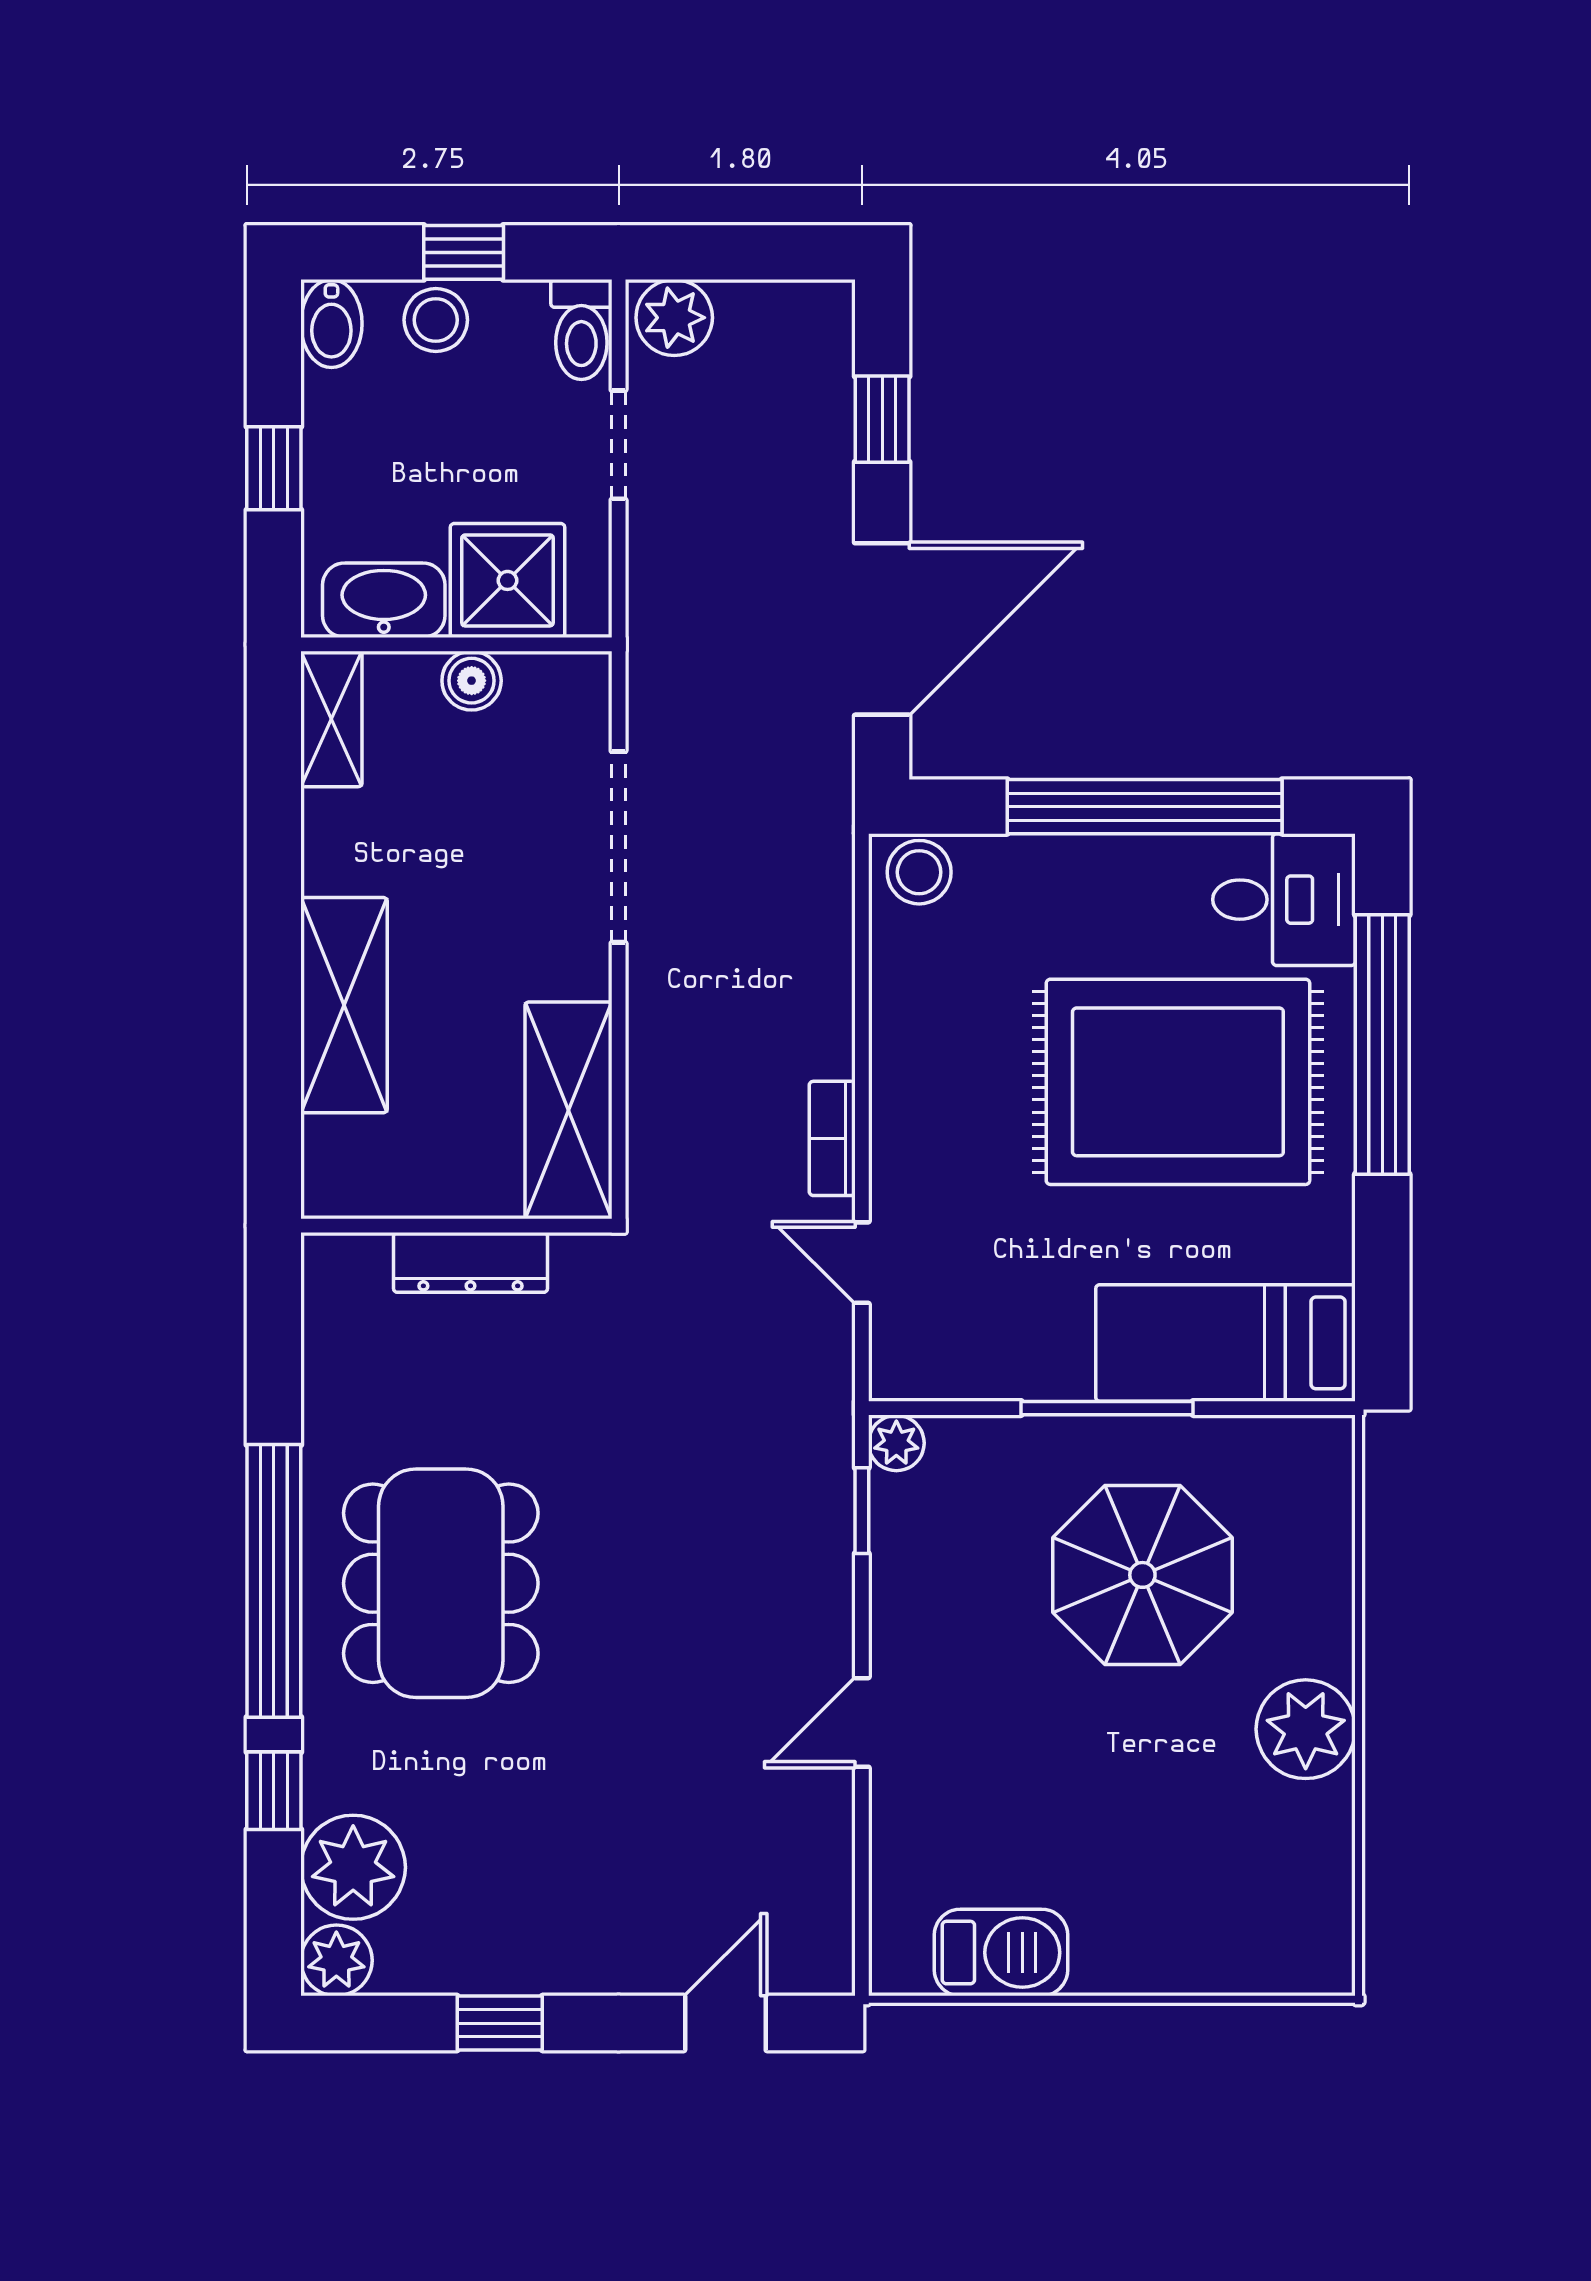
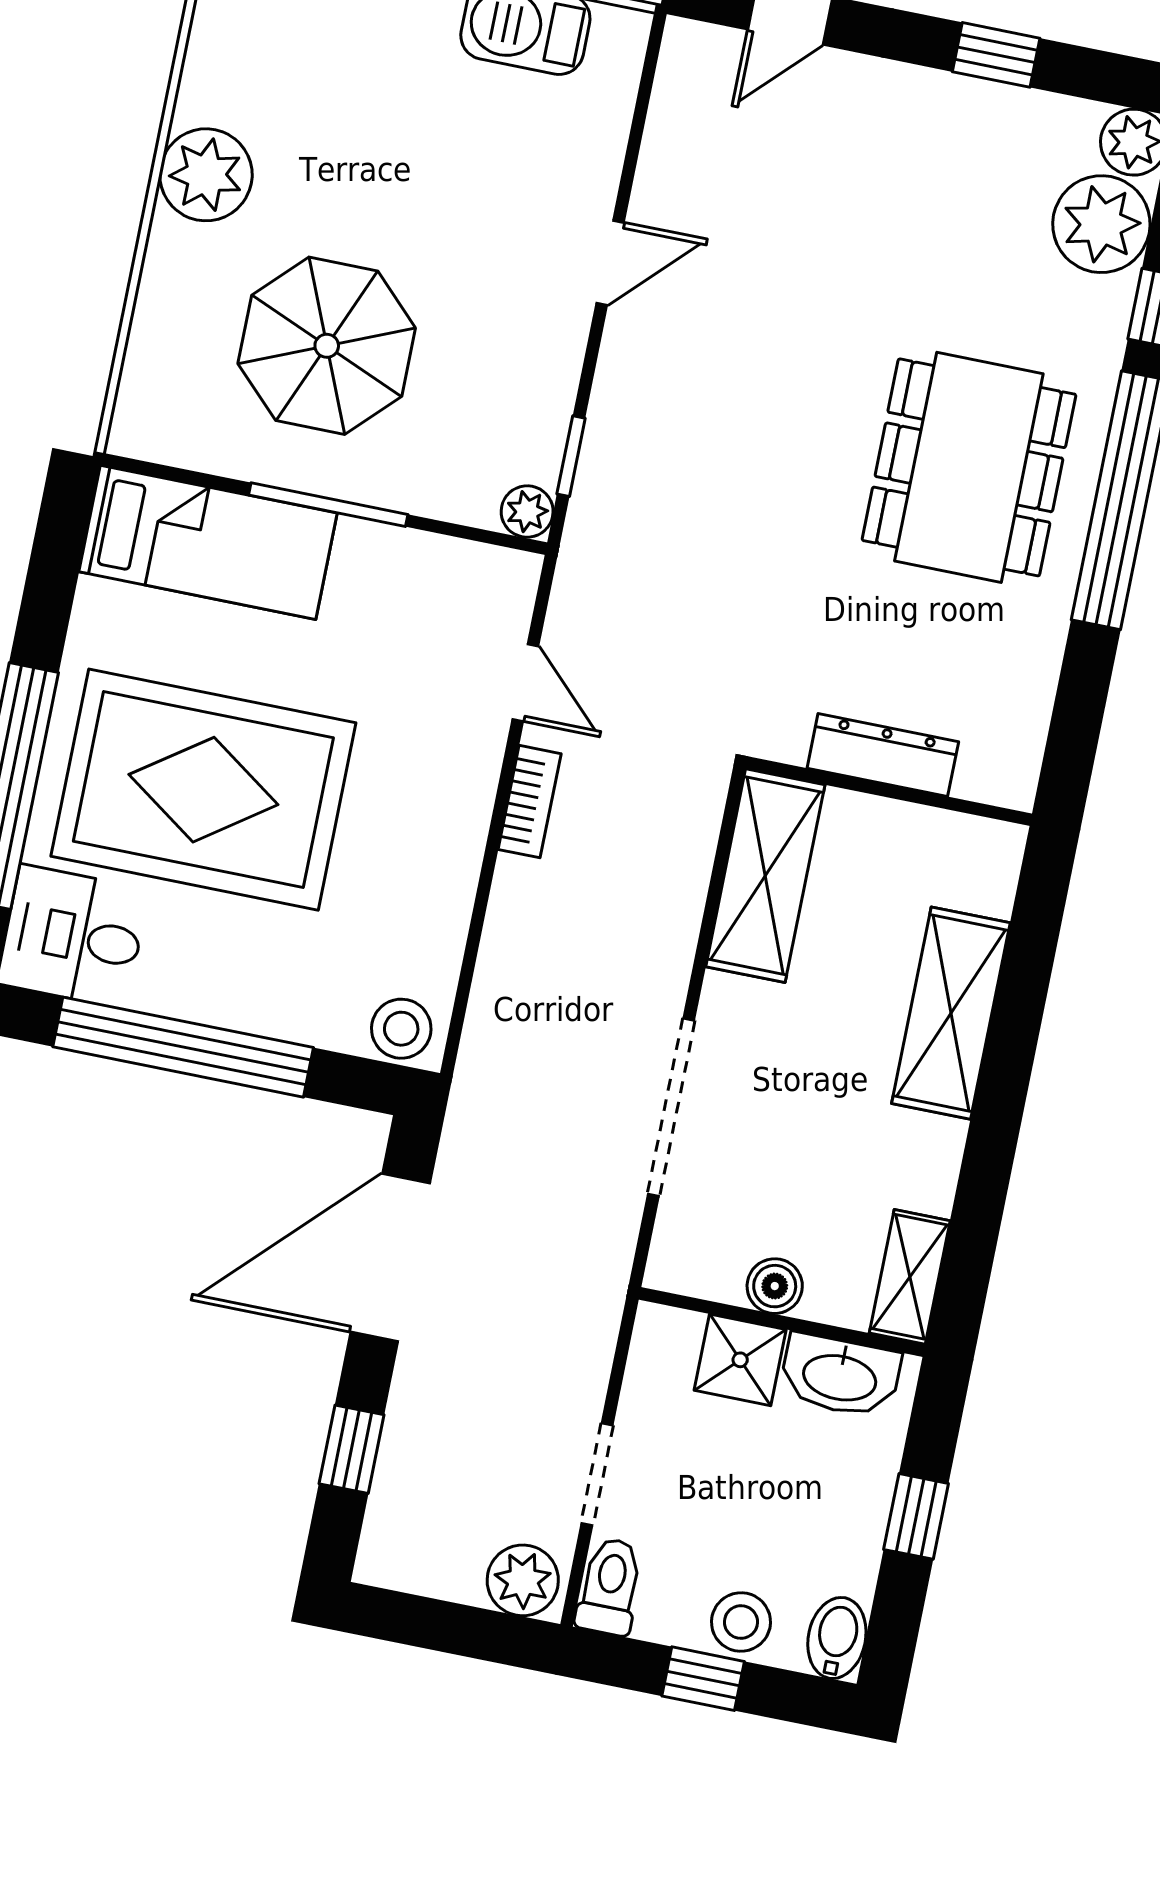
shower: (507, 580) -> (740, 1360), width x0.73, depth x0.73

